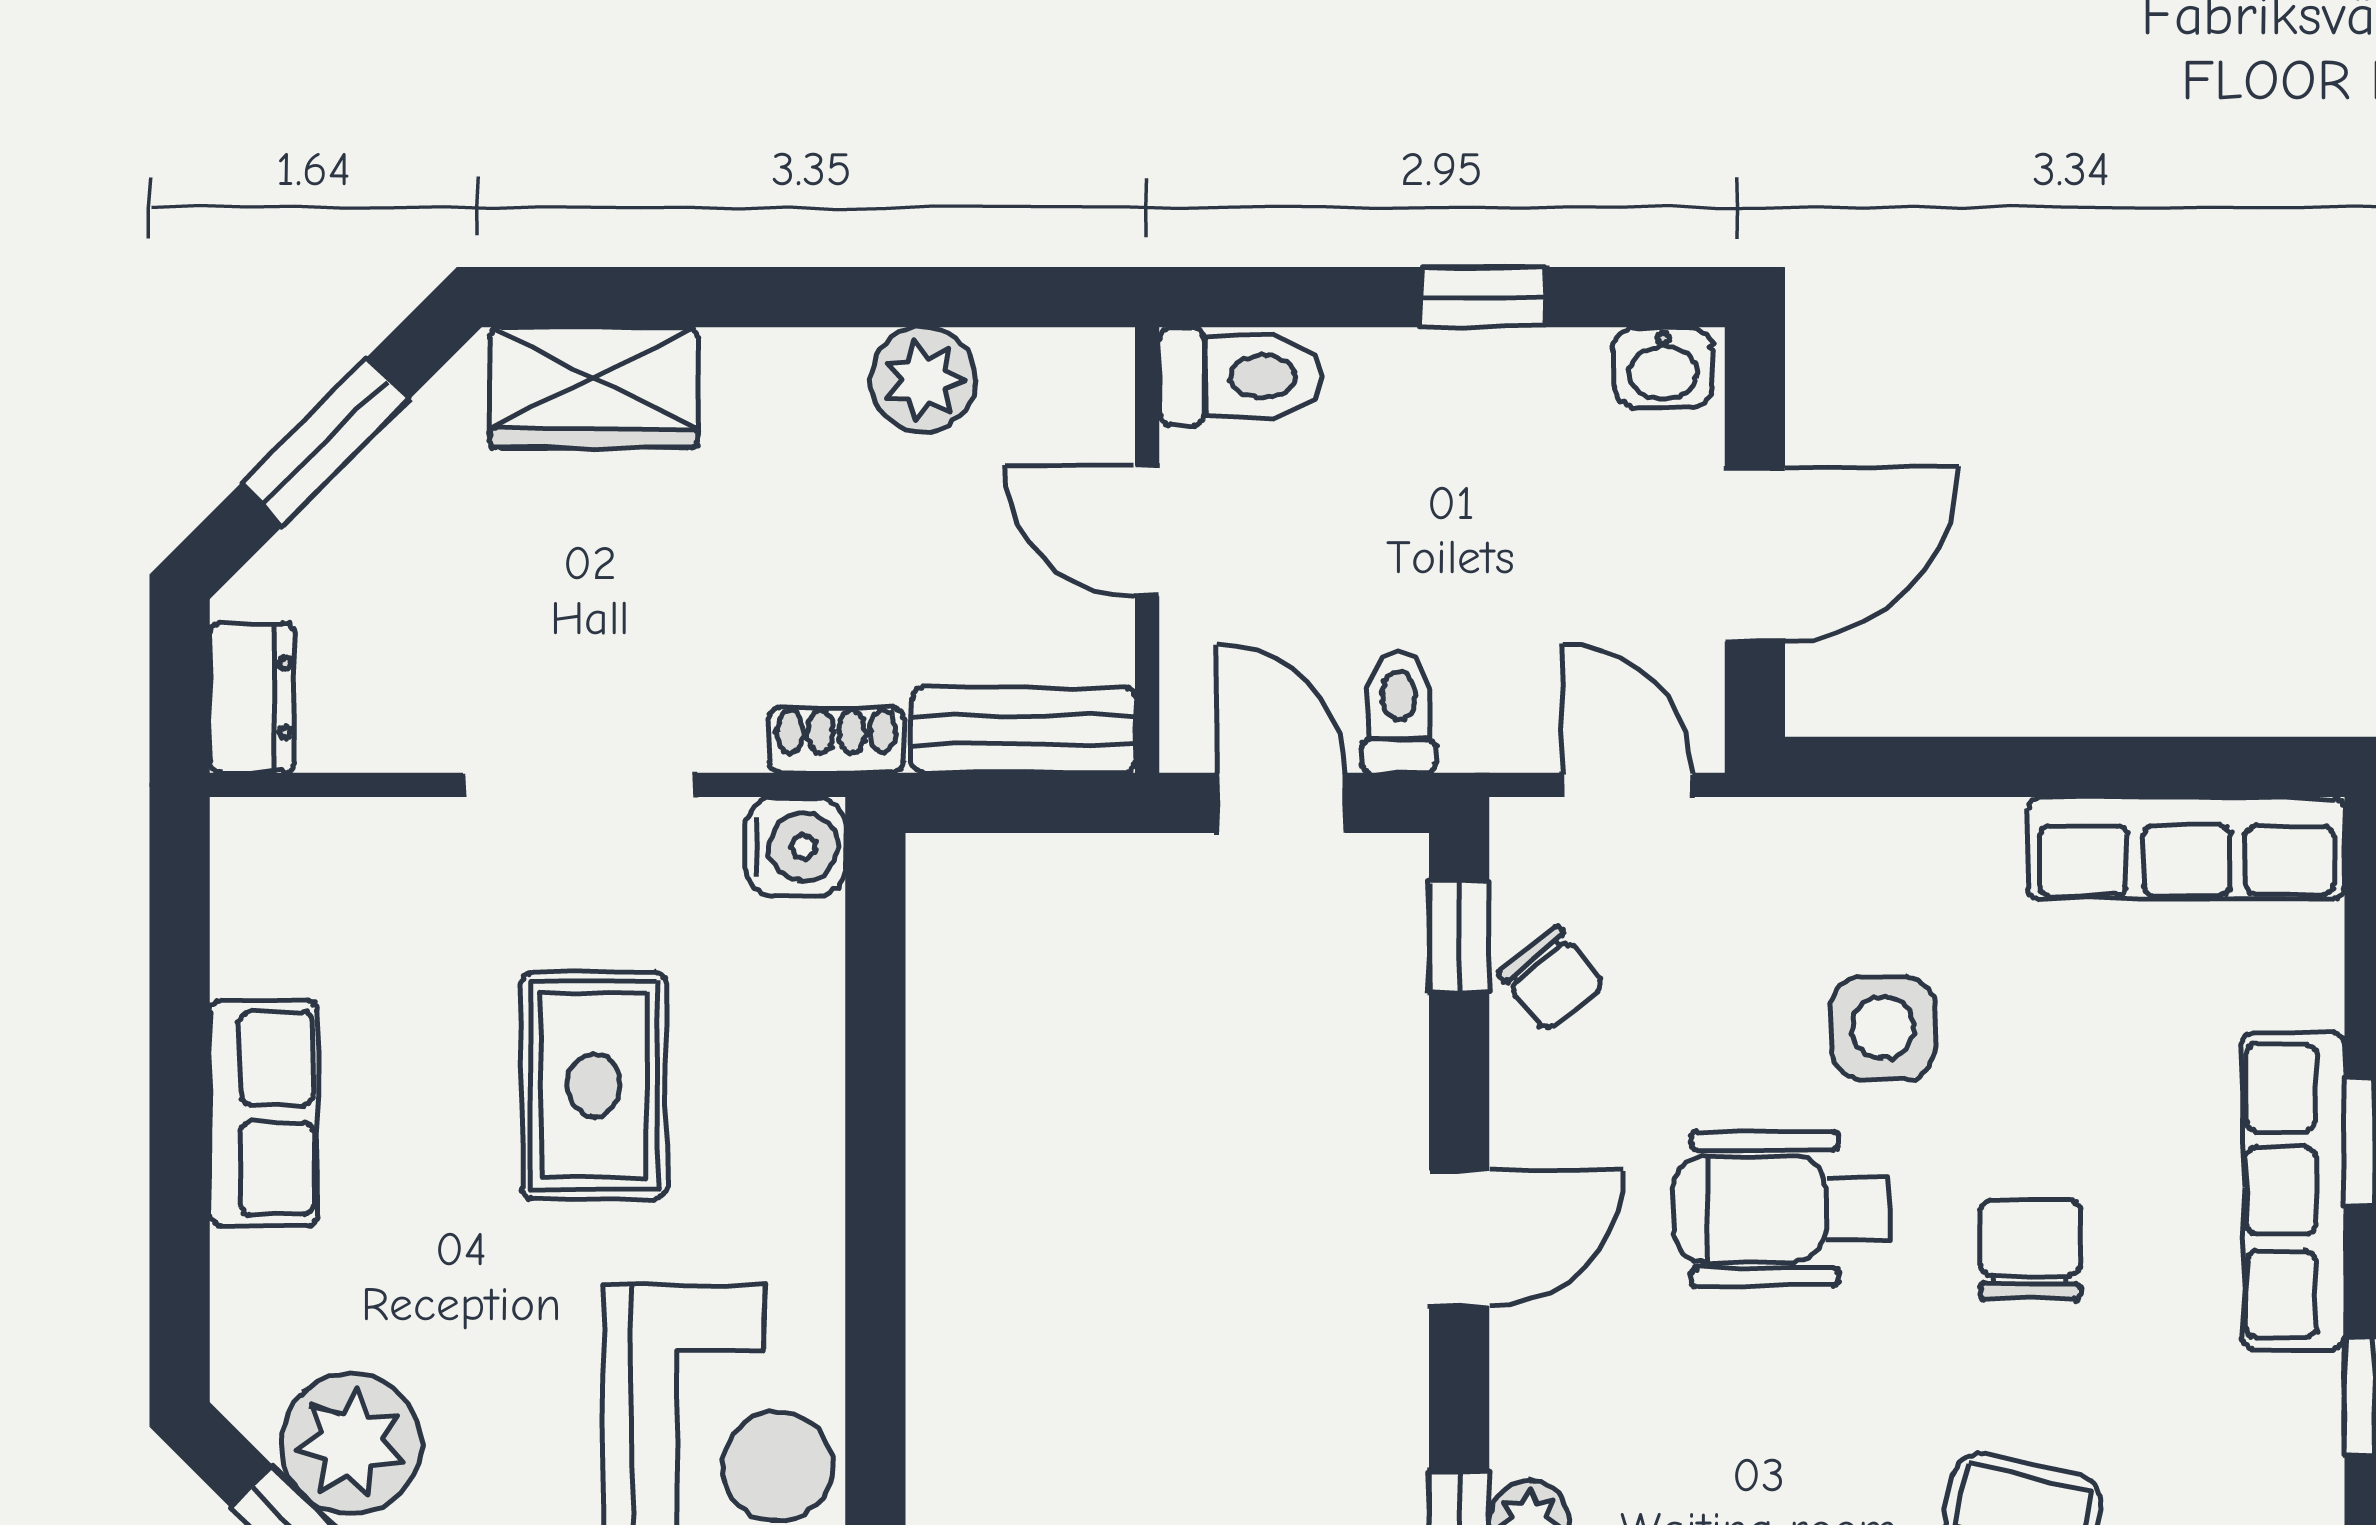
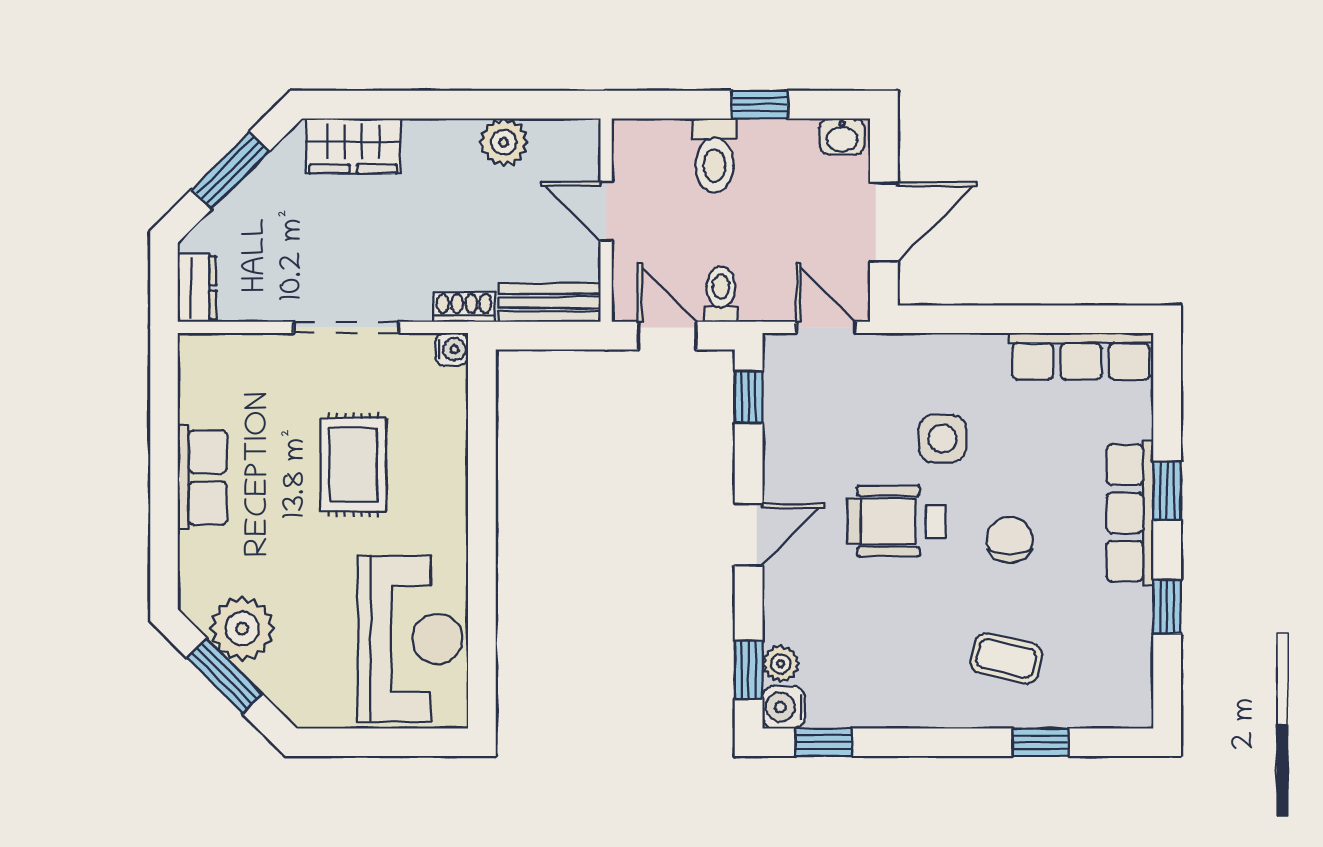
toilet: (1240, 377) -> (714, 155), moved, turned 90
water cooler: (796, 847) -> (452, 349), width x0.72, depth x0.72
chair: (1551, 979) -> (791, 416), removed

